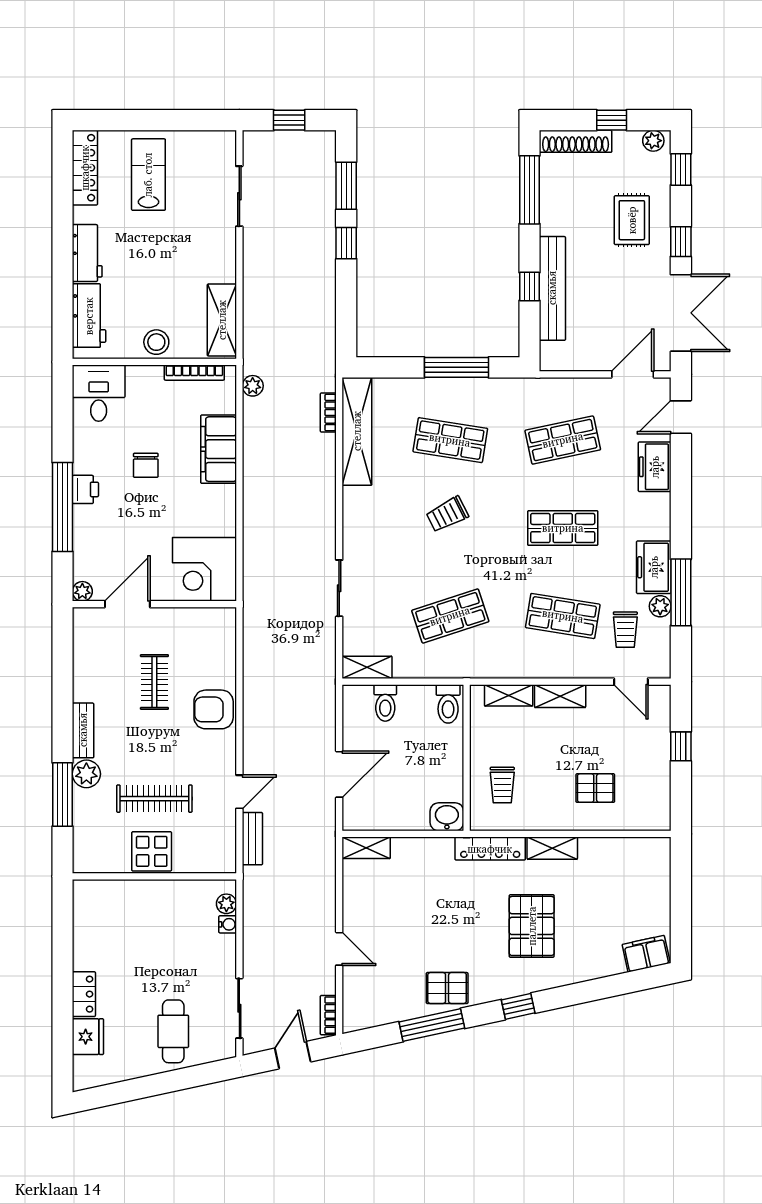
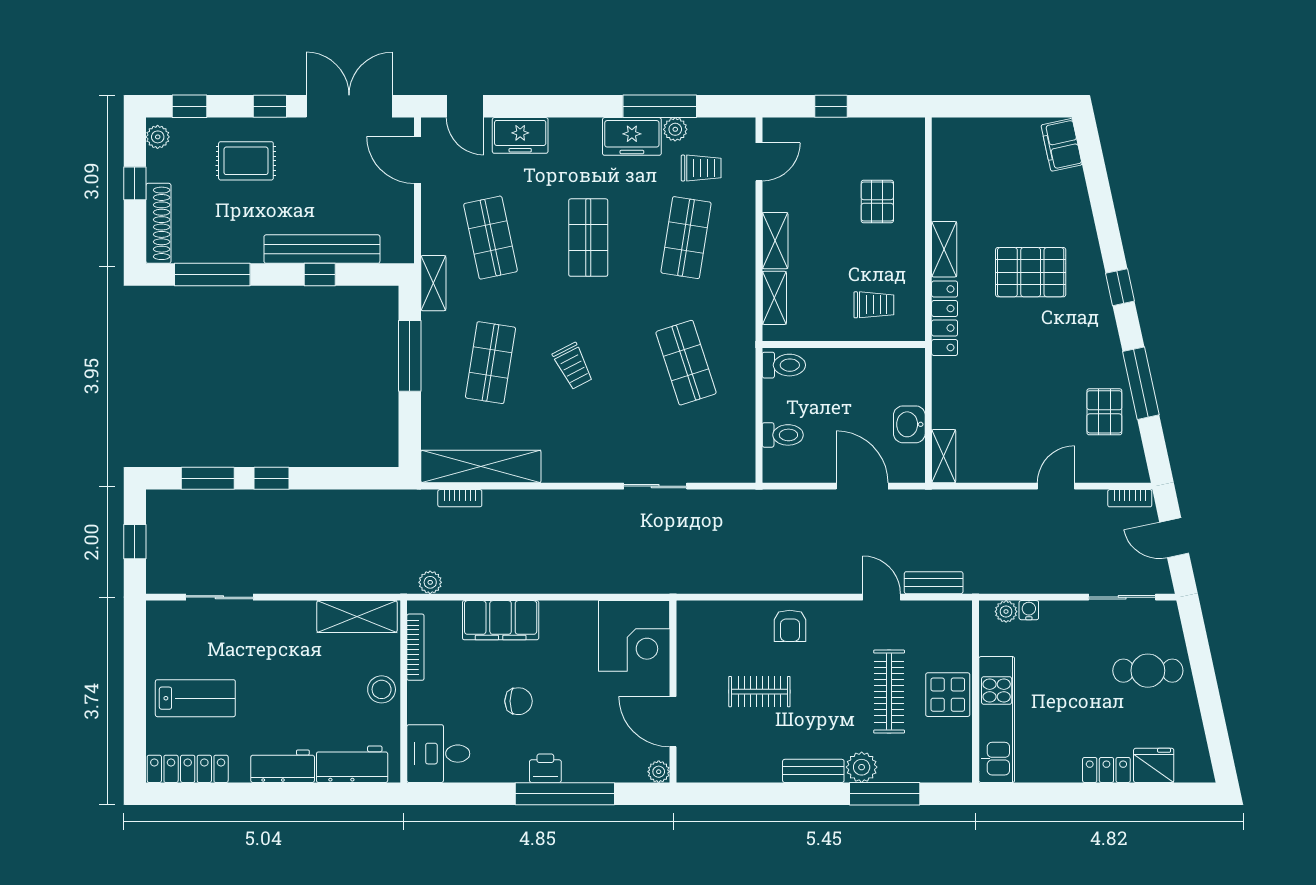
lab bench: (148, 175) -> (195, 698), turned 180
shelving: (367, 667) -> (433, 283), moved
armchair: (214, 709) -> (790, 626), width x0.72, depth x0.72
washbasin: (447, 817) -> (909, 424), moved
kitchen unit: (129, 895) -> (997, 720), added
pallet: (447, 988) -> (1104, 412), moved

